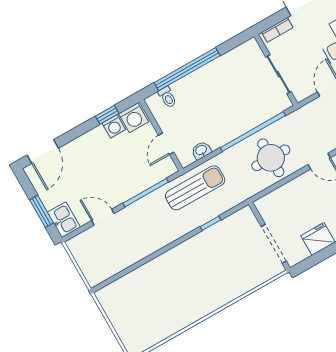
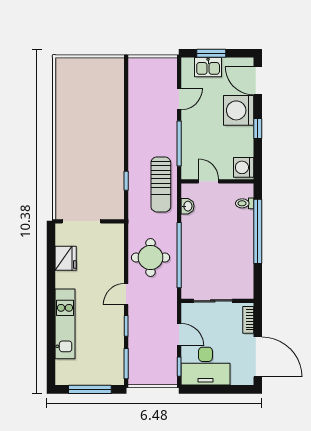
window: (107, 115) -> (258, 129), moved
washing machine: (114, 126) -> (239, 110), moved, width x1.89, depth x1.89
kitchen sink: (64, 220) -> (208, 67), moved

